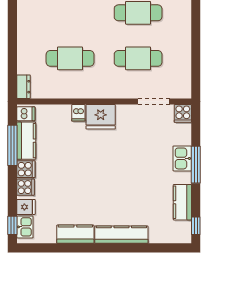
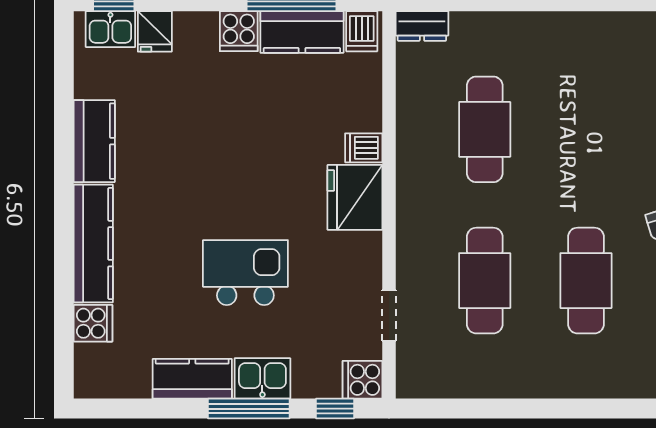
doorway: (154, 101) -> (389, 316), width x0.73
kitchen island: (134, 166) -> (245, 273), added
cooker: (26, 187) -> (93, 323), moved, turned -90
kitchen counter: (182, 202) -> (192, 379), moved
window: (196, 226) -> (335, 409), moved

